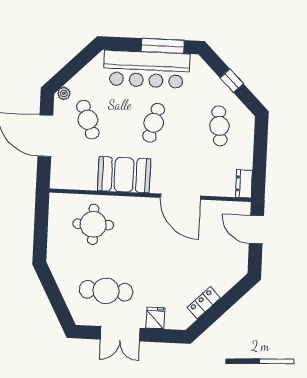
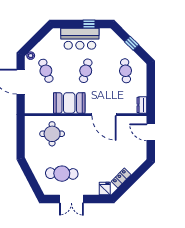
window: (163, 46) -> (89, 24), width x0.46
bar counter: (147, 69) -> (80, 39), width x0.73
fridge: (155, 318) -> (105, 189), moved

